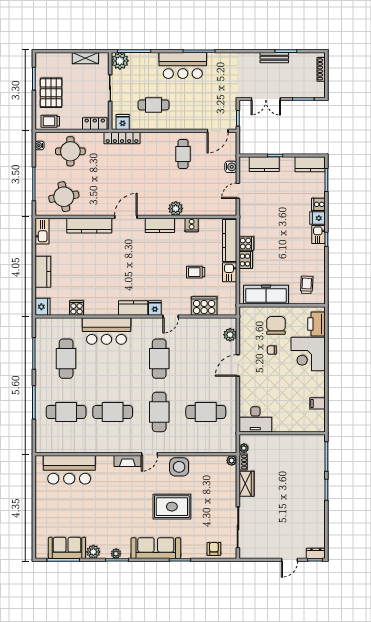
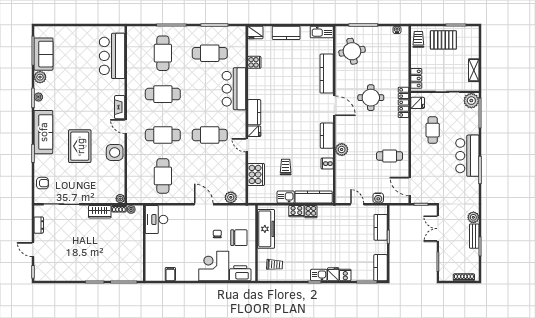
plant: (253, 59) -> (473, 217), added
round table: (70, 151) -> (371, 98), moved
cafe table: (113, 412) -> (163, 94), turned 90
dresser: (316, 553) -> (39, 225), moved

